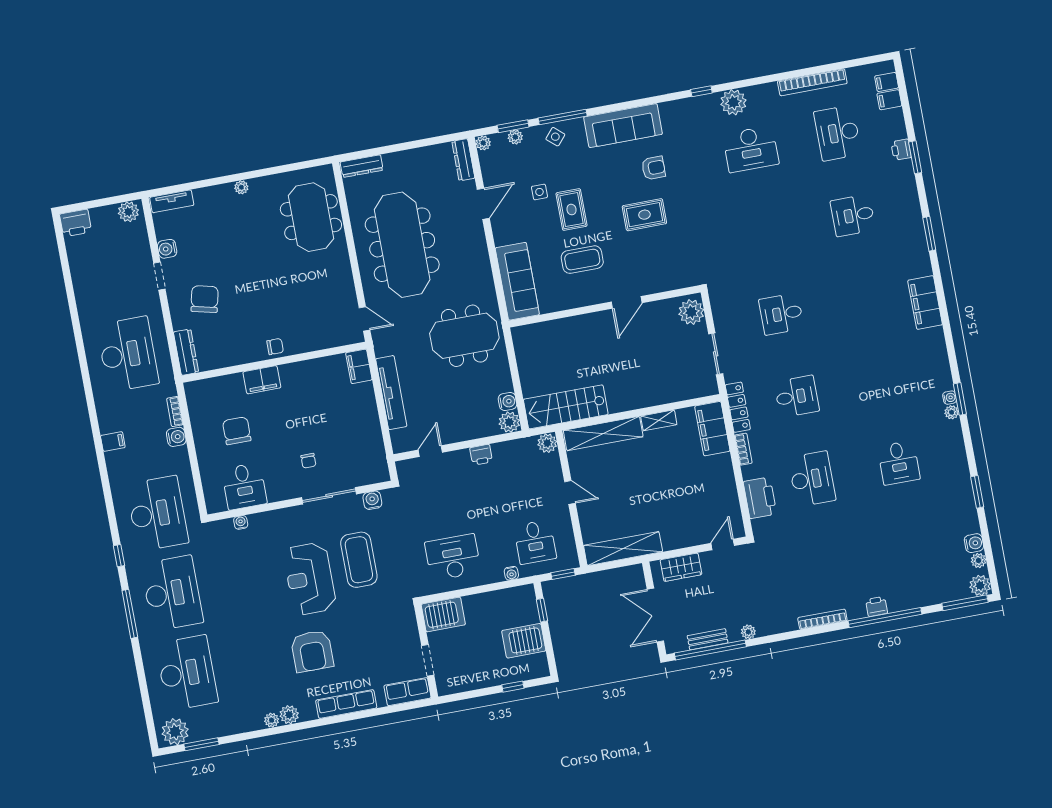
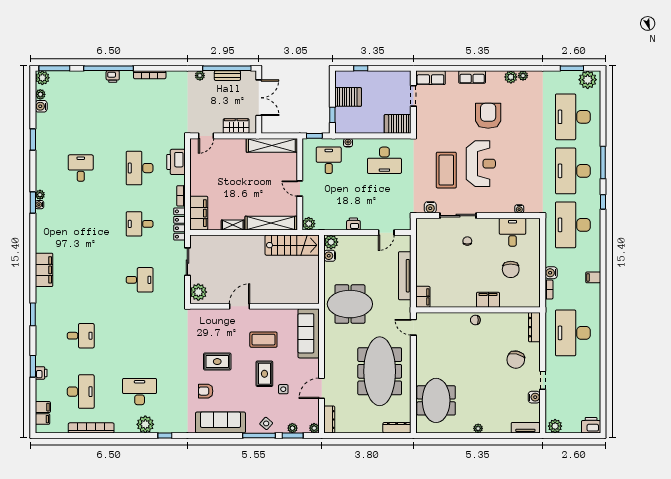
row of seats: (346, 704) -> (472, 77), width x0.68

